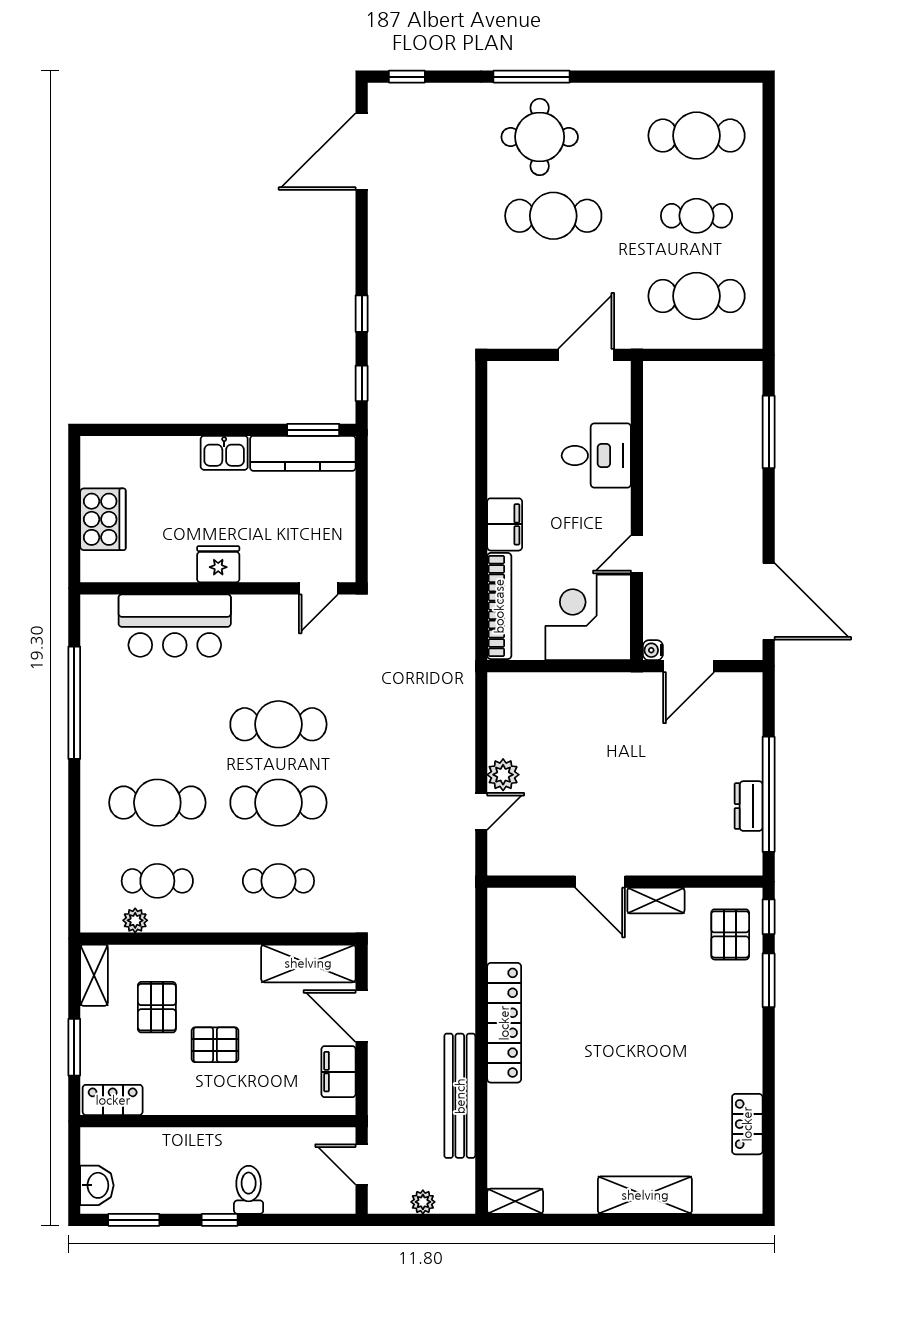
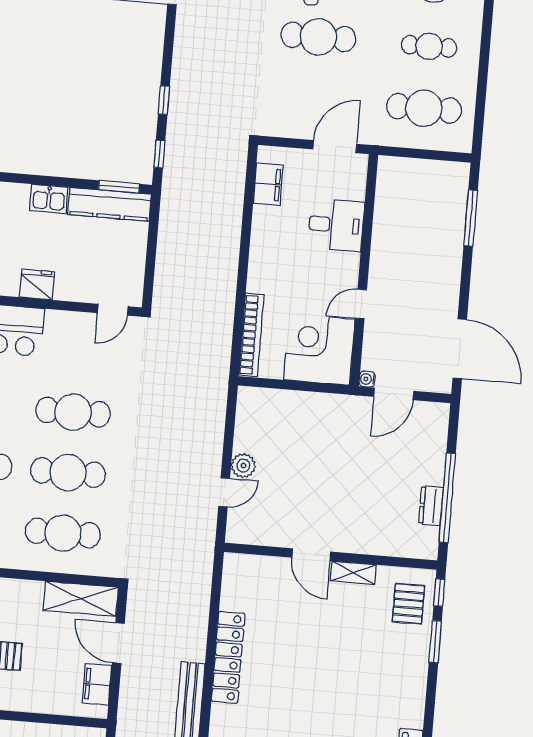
filing cabinet: (505, 524) -> (268, 184), moved
cafe table: (278, 881) -> (63, 533), width x1.37, depth x1.35

